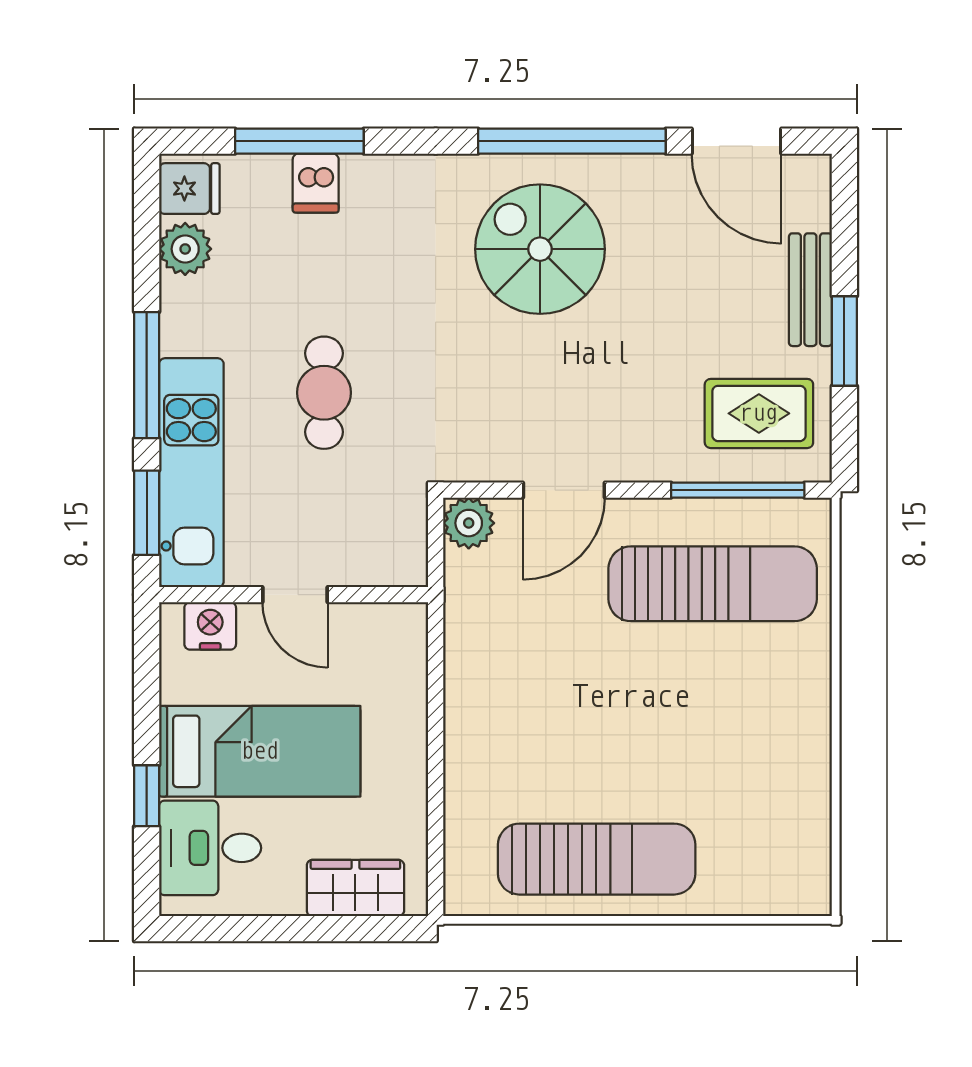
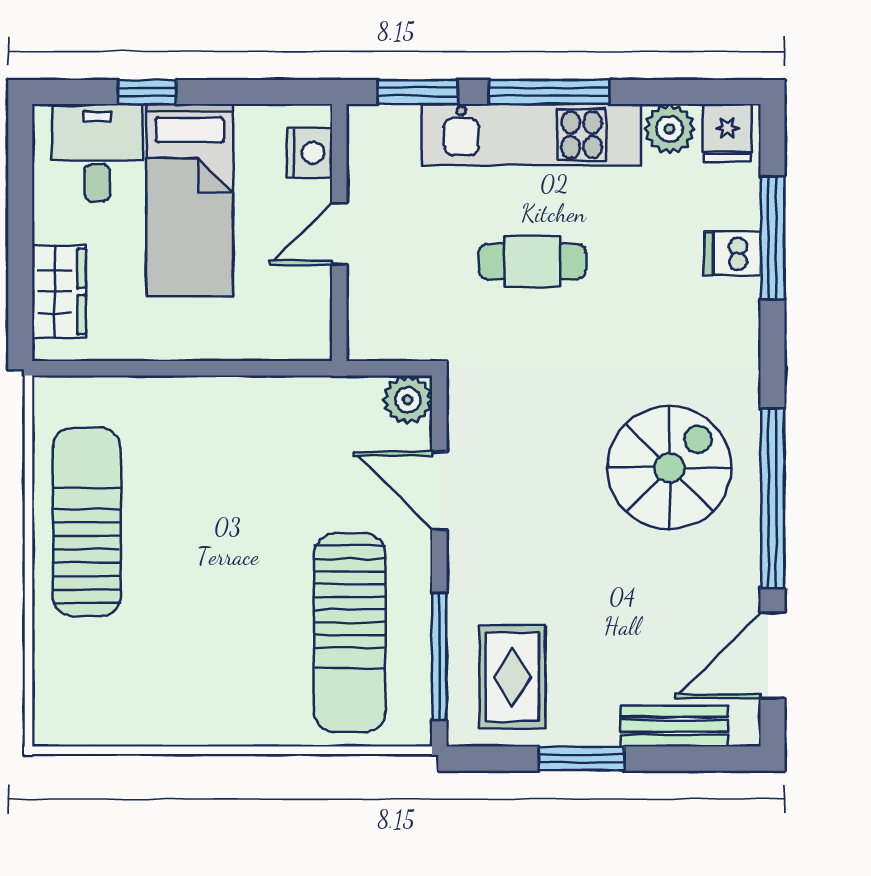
bench: (810, 290) -> (674, 726), moved
kitchen unit: (191, 473) -> (531, 135), moved
sun lounger: (597, 859) -> (87, 522), turned 180

